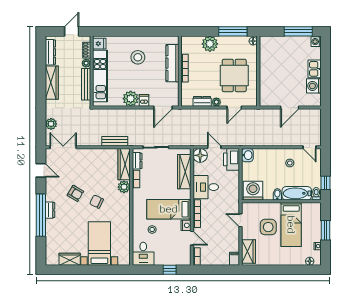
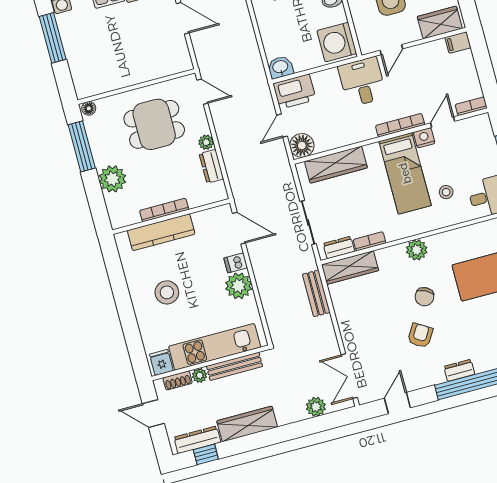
window: (41, 55) -> (206, 454), added
door: (234, 108) -> (202, 92), moved
plant: (124, 187) -> (417, 250), moved
desk: (206, 187) -> (362, 82), moved, turned 180

